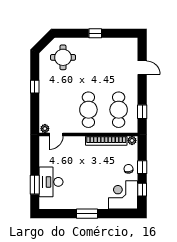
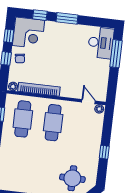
door: (56, 134) -> (88, 102), hinge flipped
desk: (51, 182) -> (101, 43), moved
window: (35, 185) -> (116, 54), width x1.44
window: (114, 214) -> (40, 15), added

